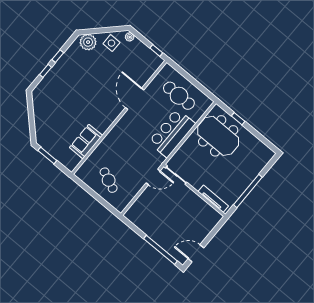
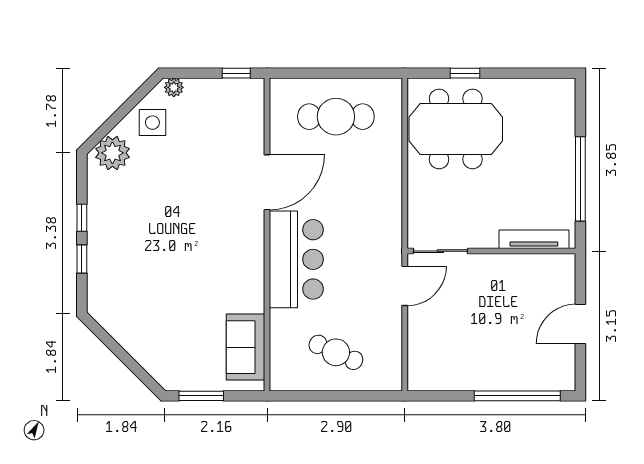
door: (135, 99) -> (267, 182), swing flipped
bar counter: (172, 133) -> (296, 259), moved, turned 180
sofa: (86, 141) -> (246, 347), moved
door: (196, 253) -> (580, 324), moved

